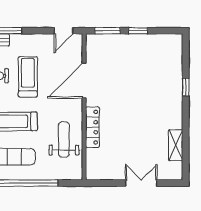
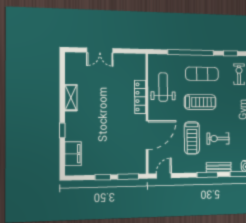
filing cabinet: (173, 59) -> (73, 154), added
weight bench: (64, 140) -> (163, 87), turned 180
shelving: (176, 145) -> (71, 98), moved

